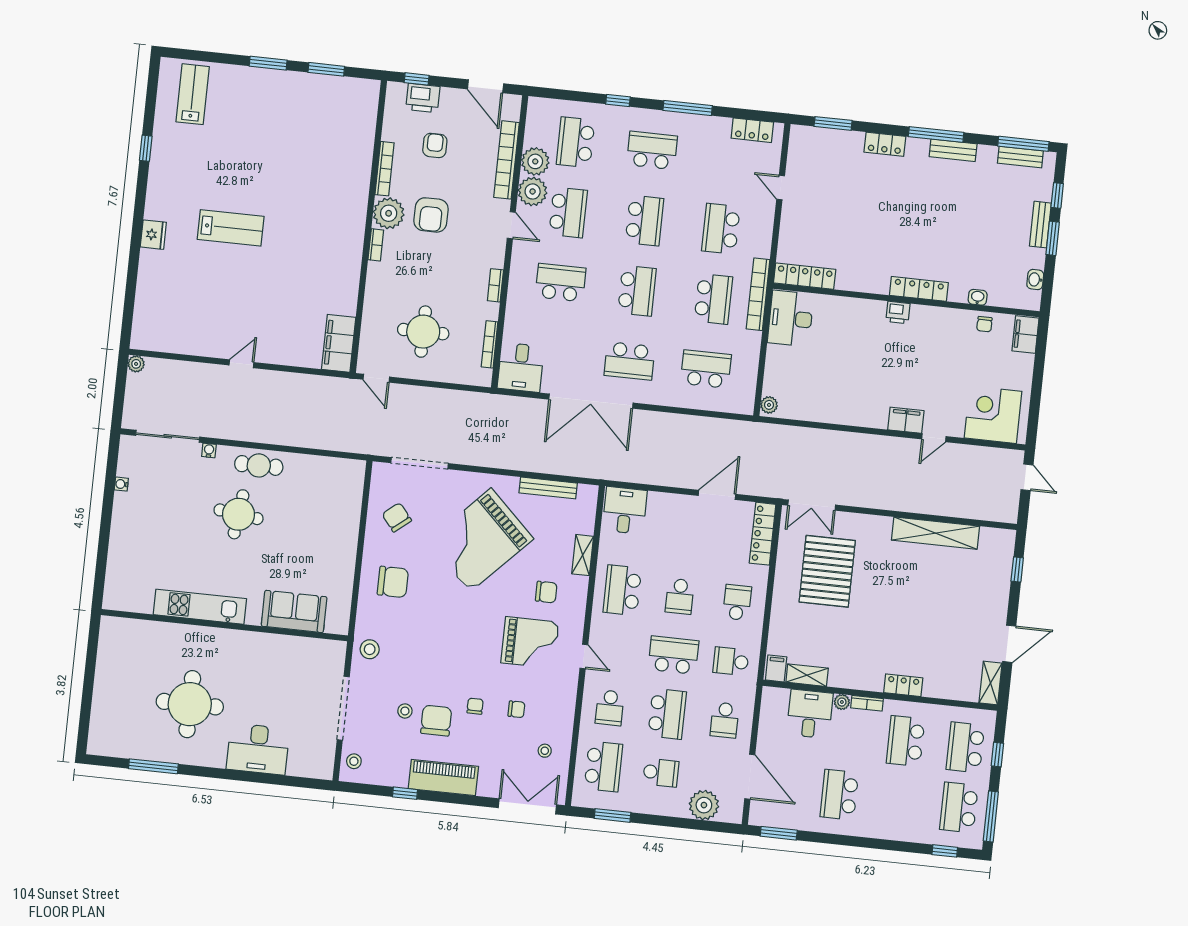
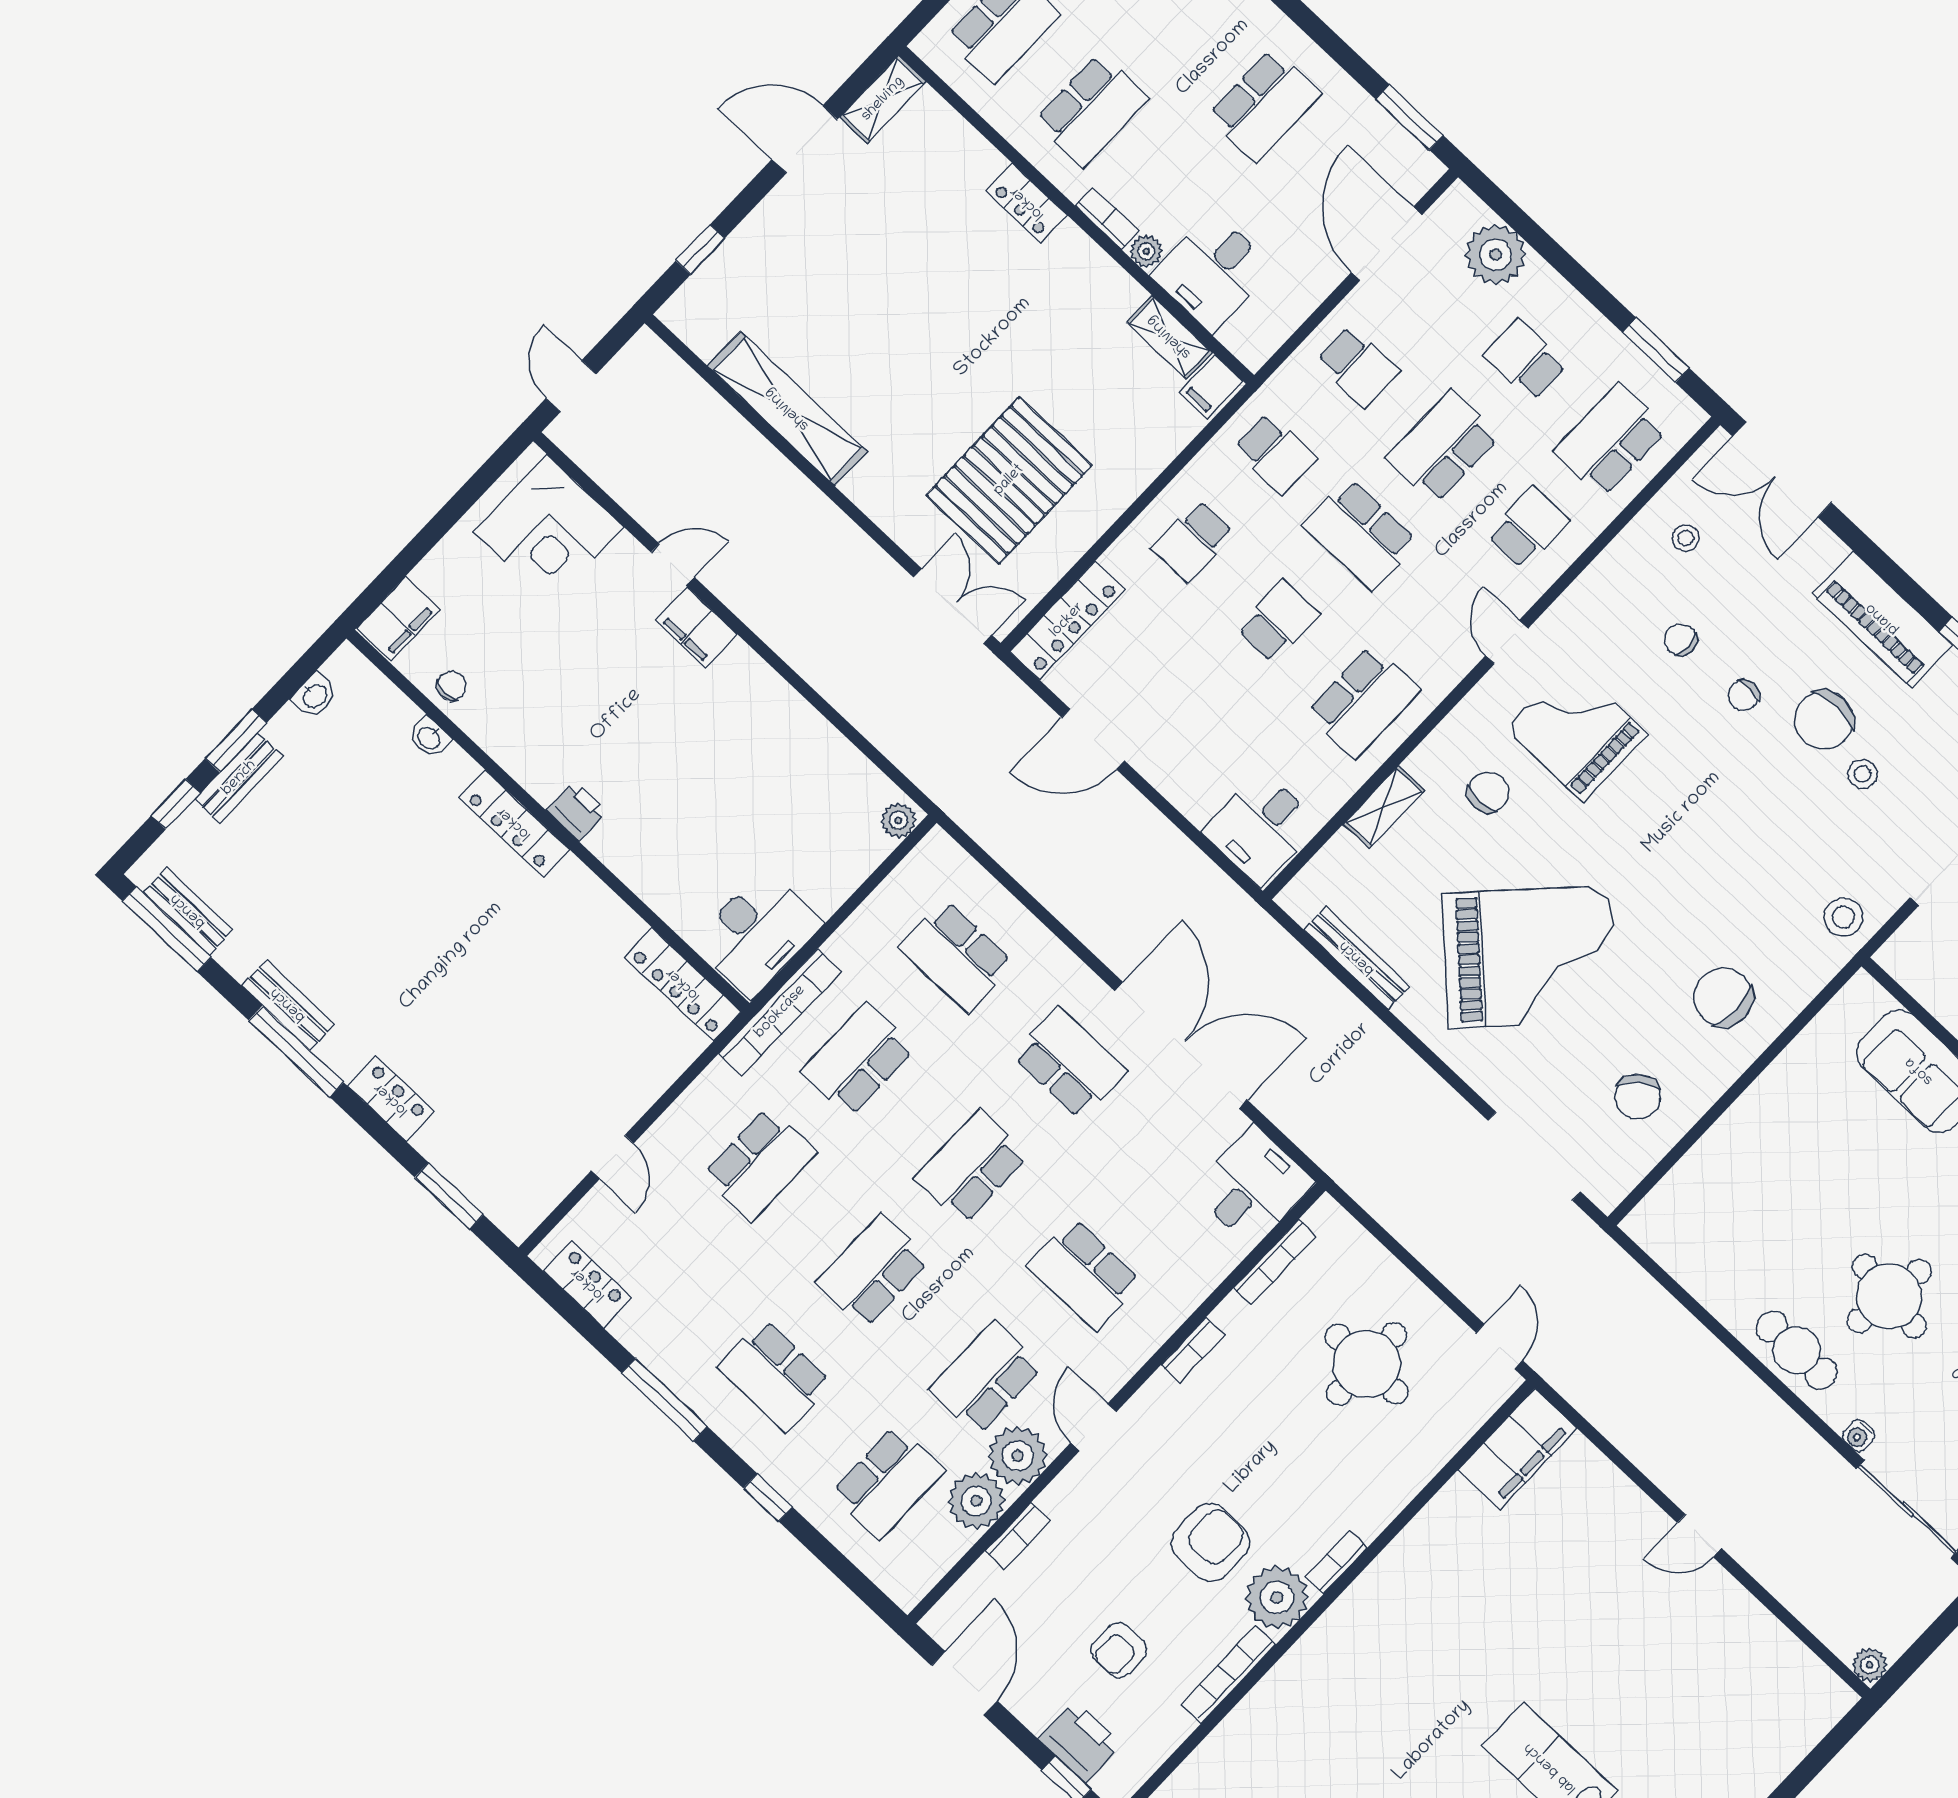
bookcase: (506, 160) -> (1018, 1536), width x0.43, depth x0.76
chair: (546, 592) -> (1488, 792), turned 90
school desk: (725, 720) -> (1358, 366), turned 90

